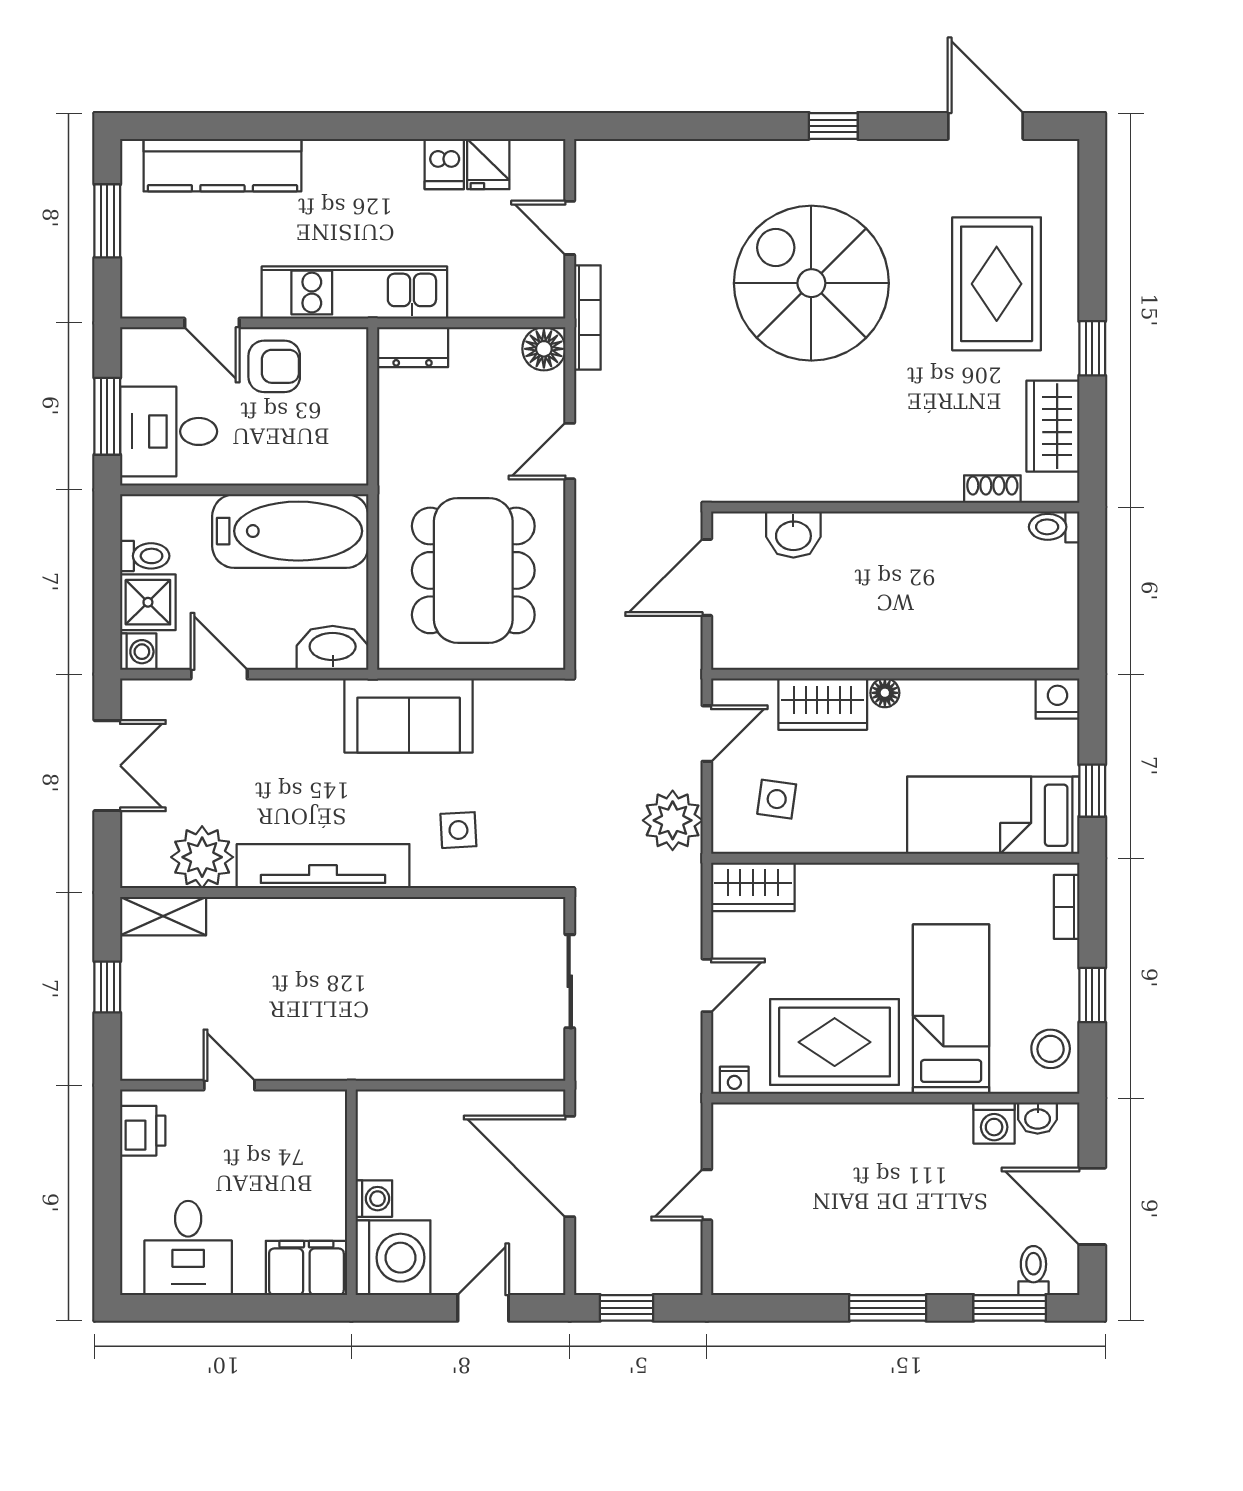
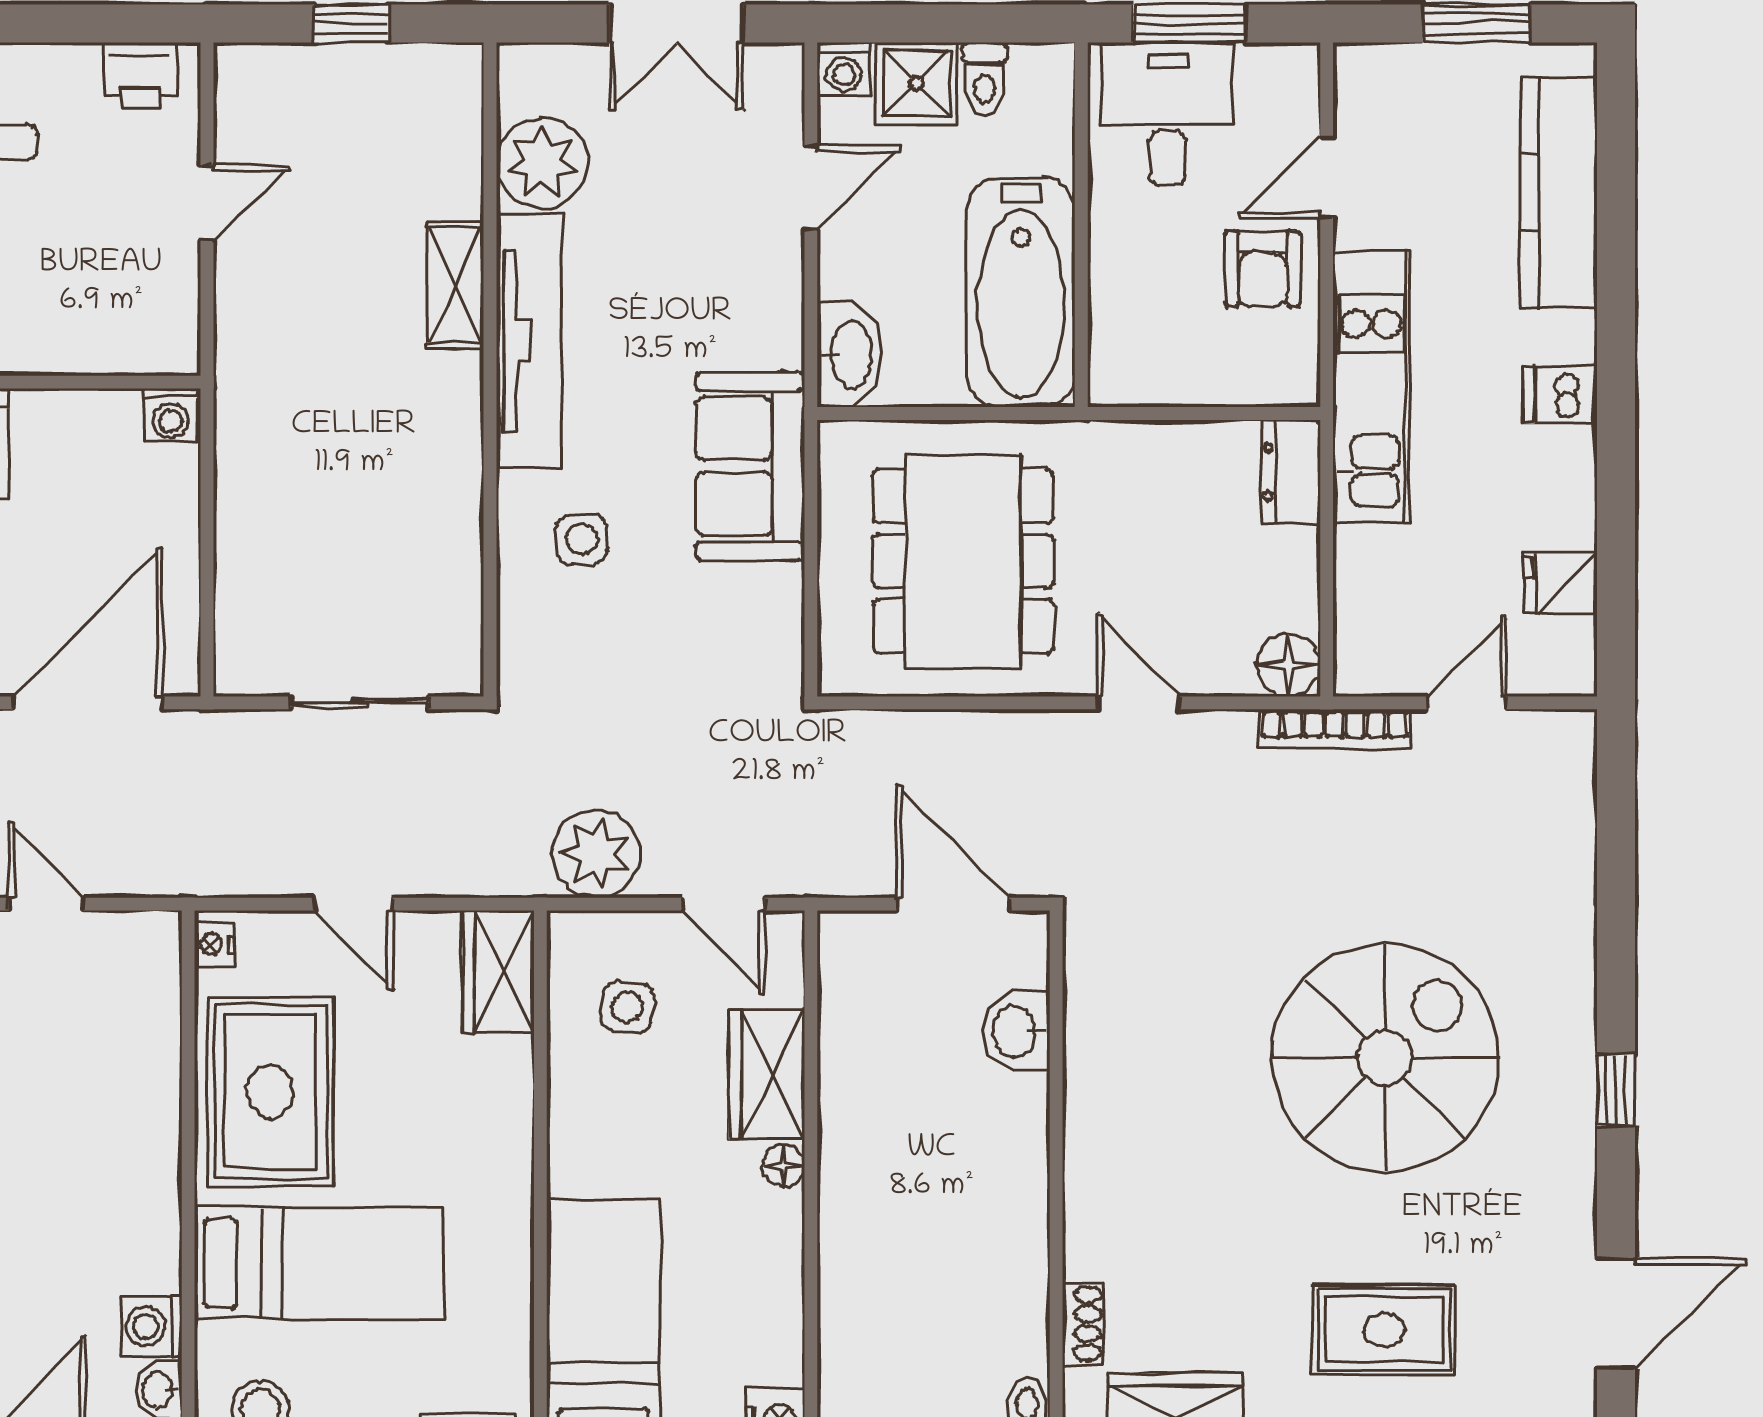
dishwasher: (444, 164) -> (1560, 395), moved
rug: (997, 284) -> (1384, 1330), width x0.73, depth x0.70
dining table: (473, 570) -> (963, 561), turned 90
shelving: (163, 916) -> (455, 285), moved
washing machine: (374, 1199) -> (171, 415), moved

